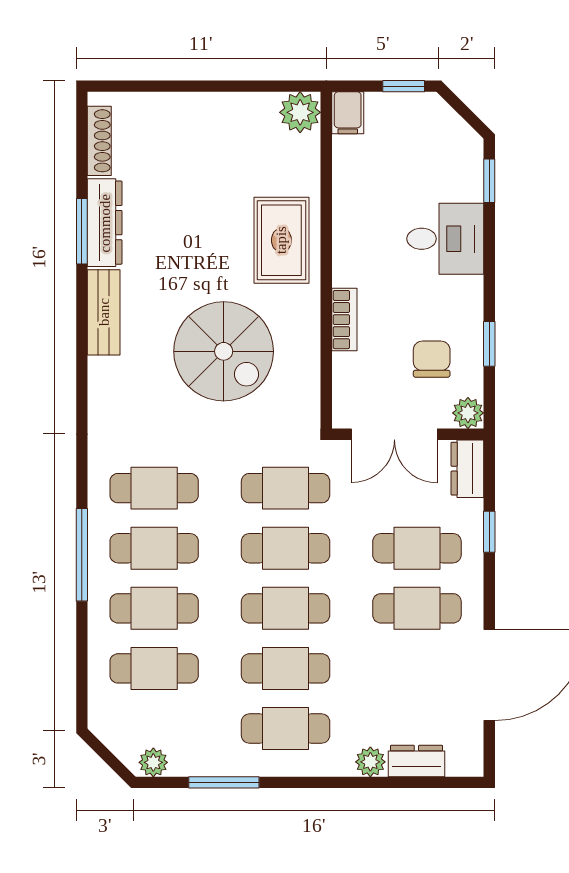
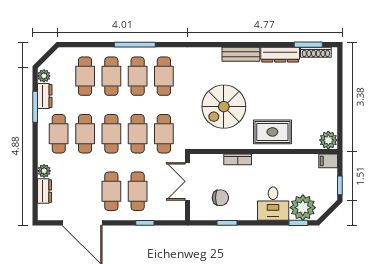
window: (82, 231) -> (308, 45), moved
plant: (468, 413) -> (303, 208), moved, width x1.88, depth x1.88
dresser: (467, 469) -> (45, 96), moved, turned 90

